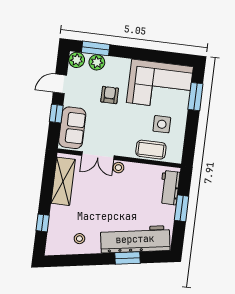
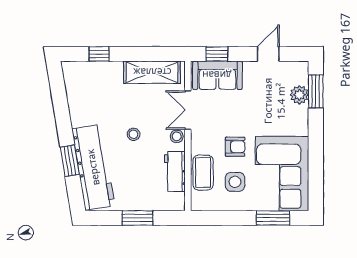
plant: (77, 60) -> (299, 70), removed
door: (60, 84) -> (268, 54), hinge flipped
armchair: (110, 95) -> (235, 147), moved
window: (56, 114) -> (217, 54), moved
workbench: (170, 188) -> (175, 171), moved, turned -90
stool: (79, 239) -> (134, 134), moved

